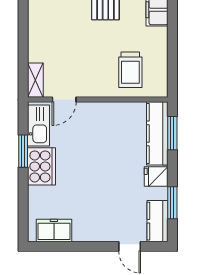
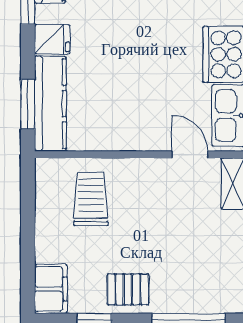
door: (64, 100) -> (190, 155), hinge flipped

